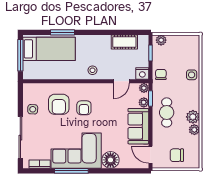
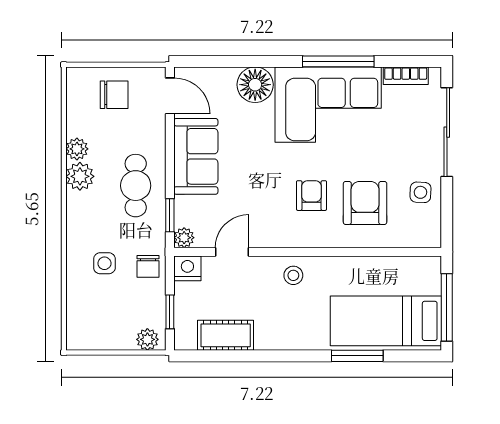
side table: (192, 75) -> (104, 263), moved
plant: (144, 102) -> (184, 207), removed

